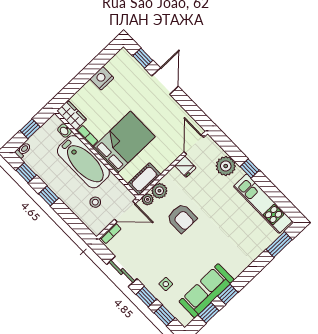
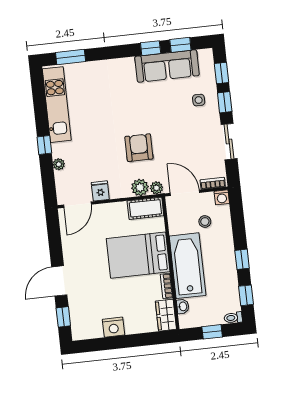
plant: (226, 166) -> (59, 164), width x0.53, depth x0.53
washing machine: (97, 228) -> (222, 197), added

